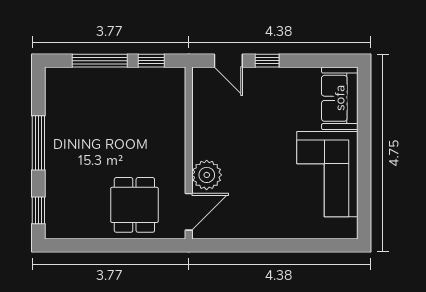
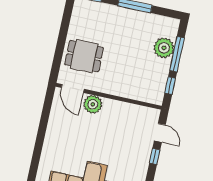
door: (228, 61) -> (160, 133), swing flipped
plant: (94, 83) -> (164, 48), added

